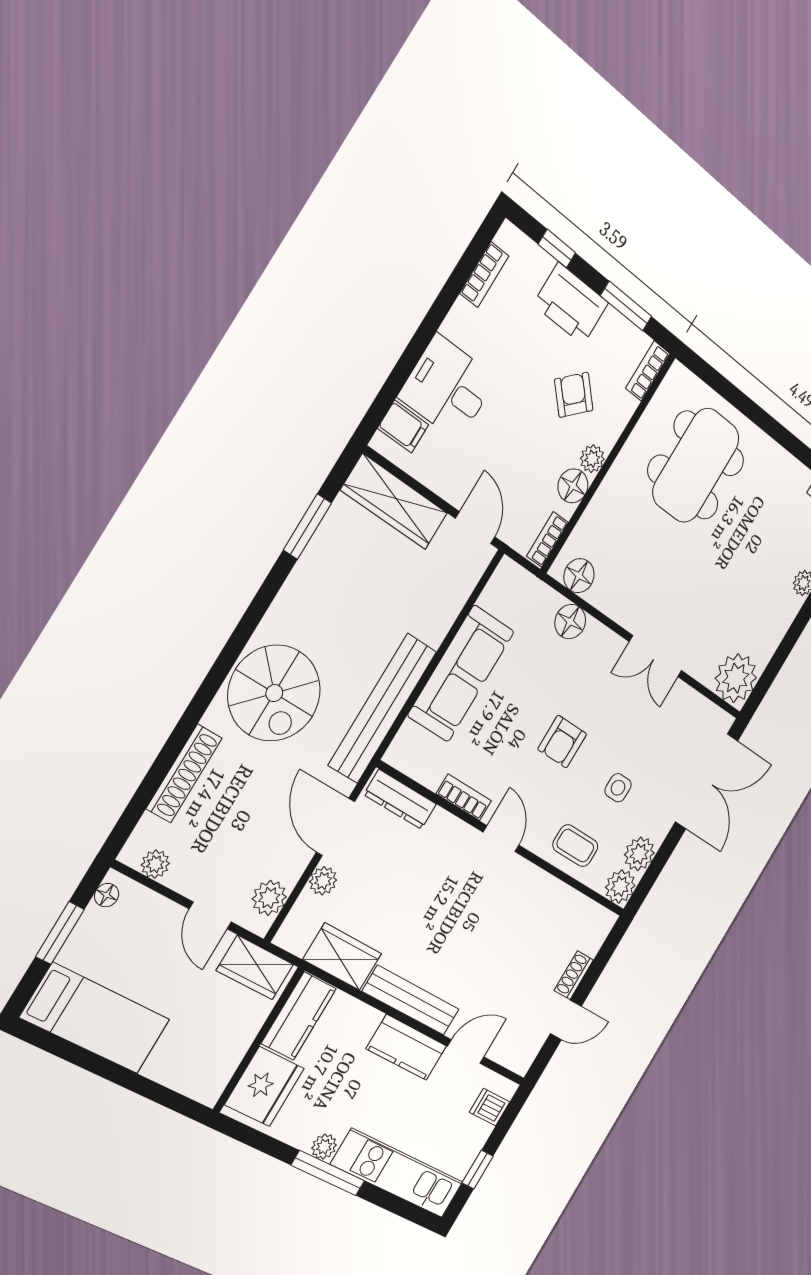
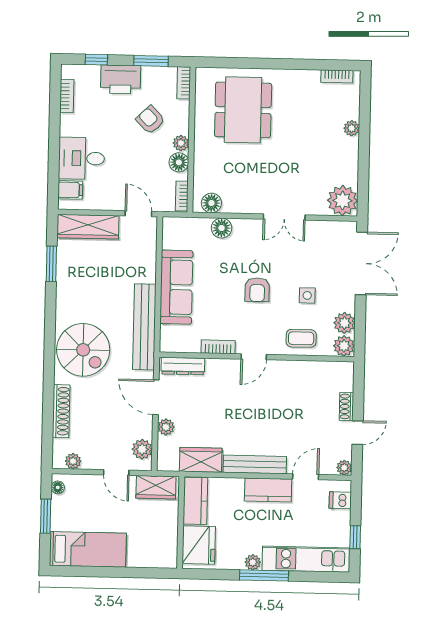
door: (501, 839) -> (254, 357), swing flipped
plant: (521, 1062) -> (344, 468), added

